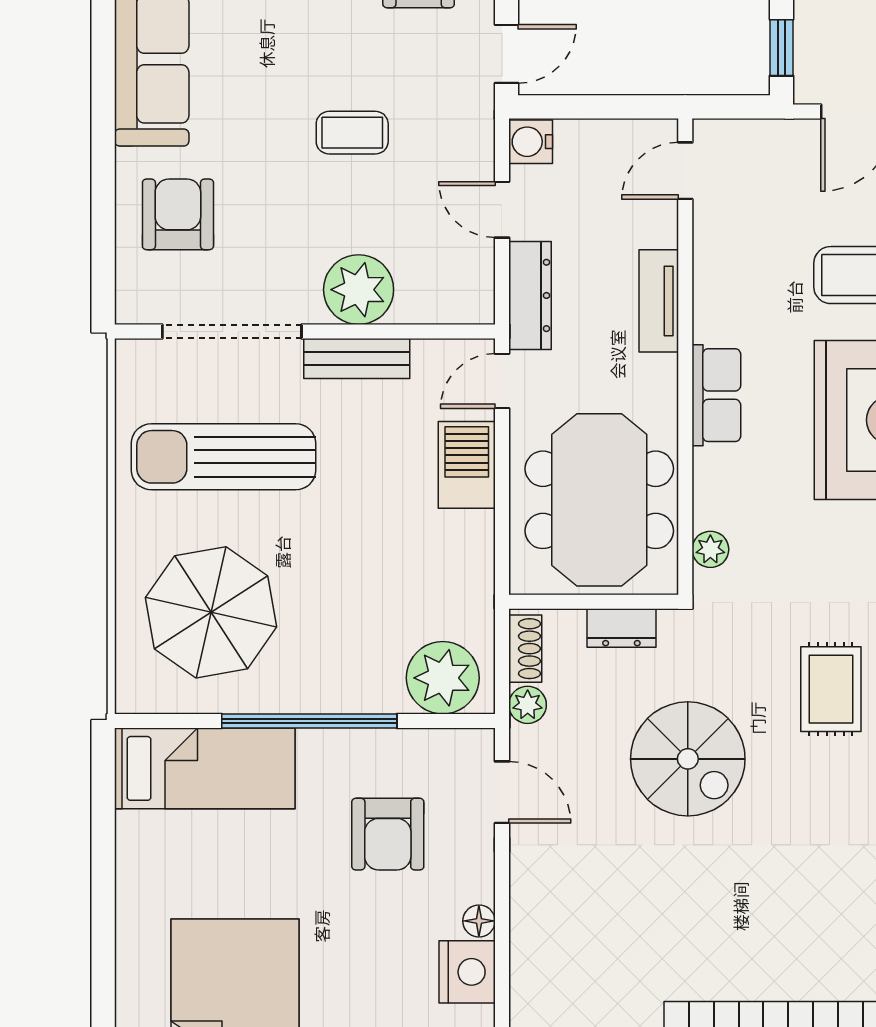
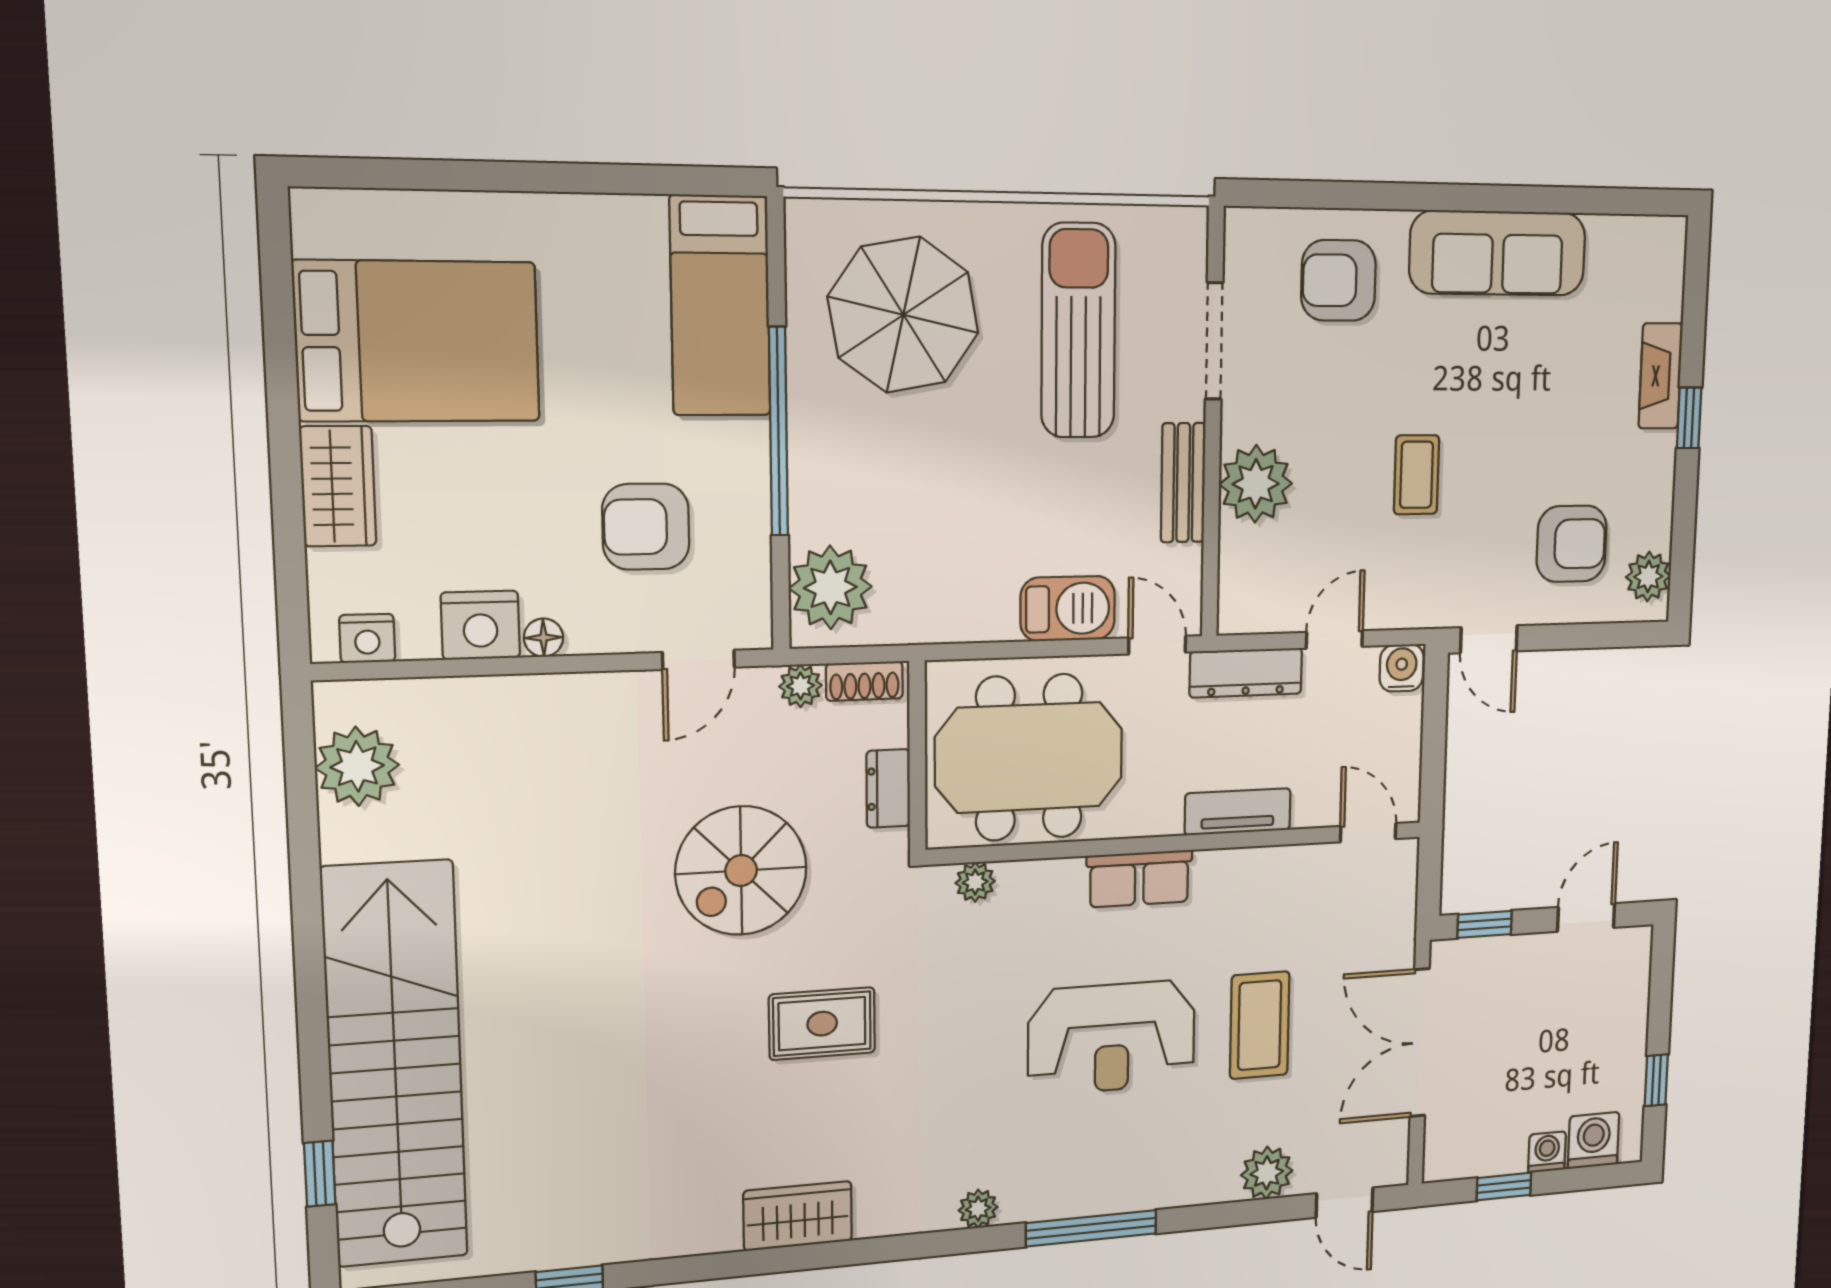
armchair: (178, 214) -> (1339, 280), turned 180
doorway: (232, 331) -> (1214, 341), width x0.73

